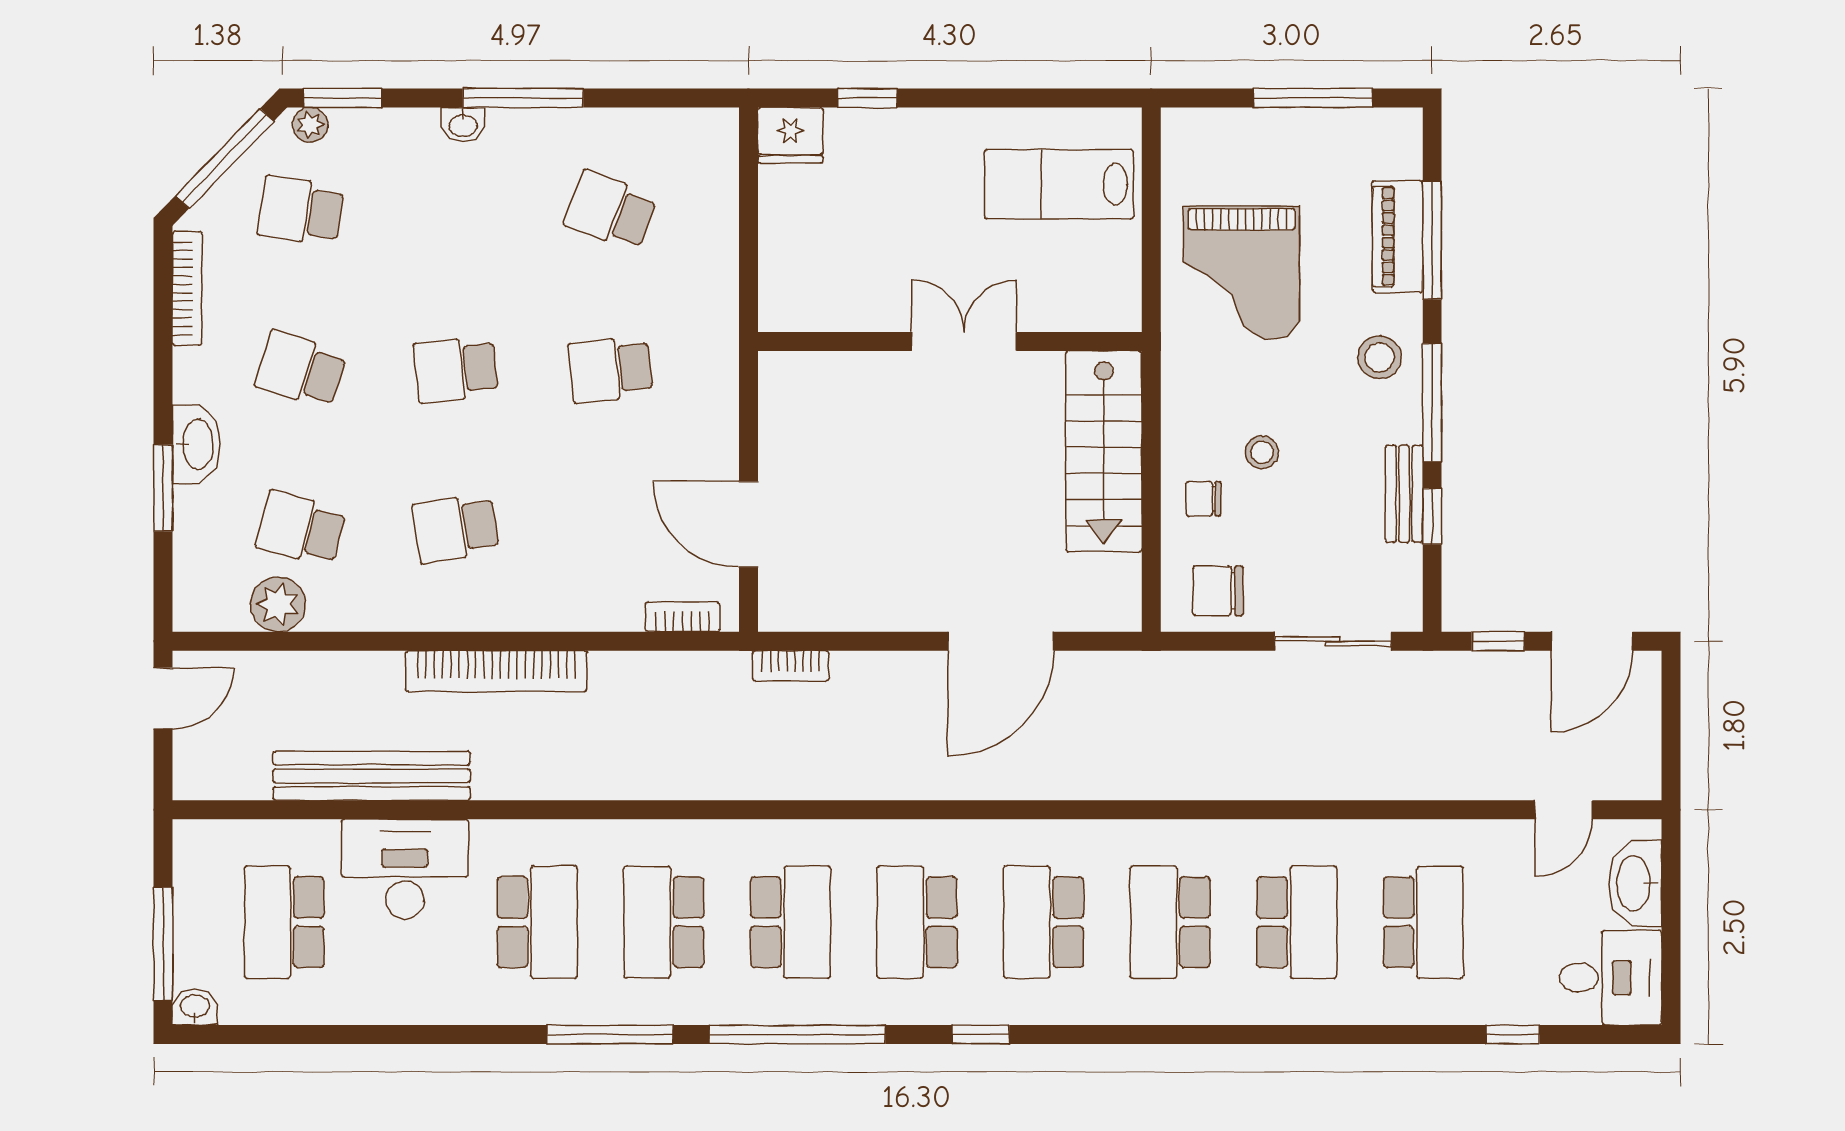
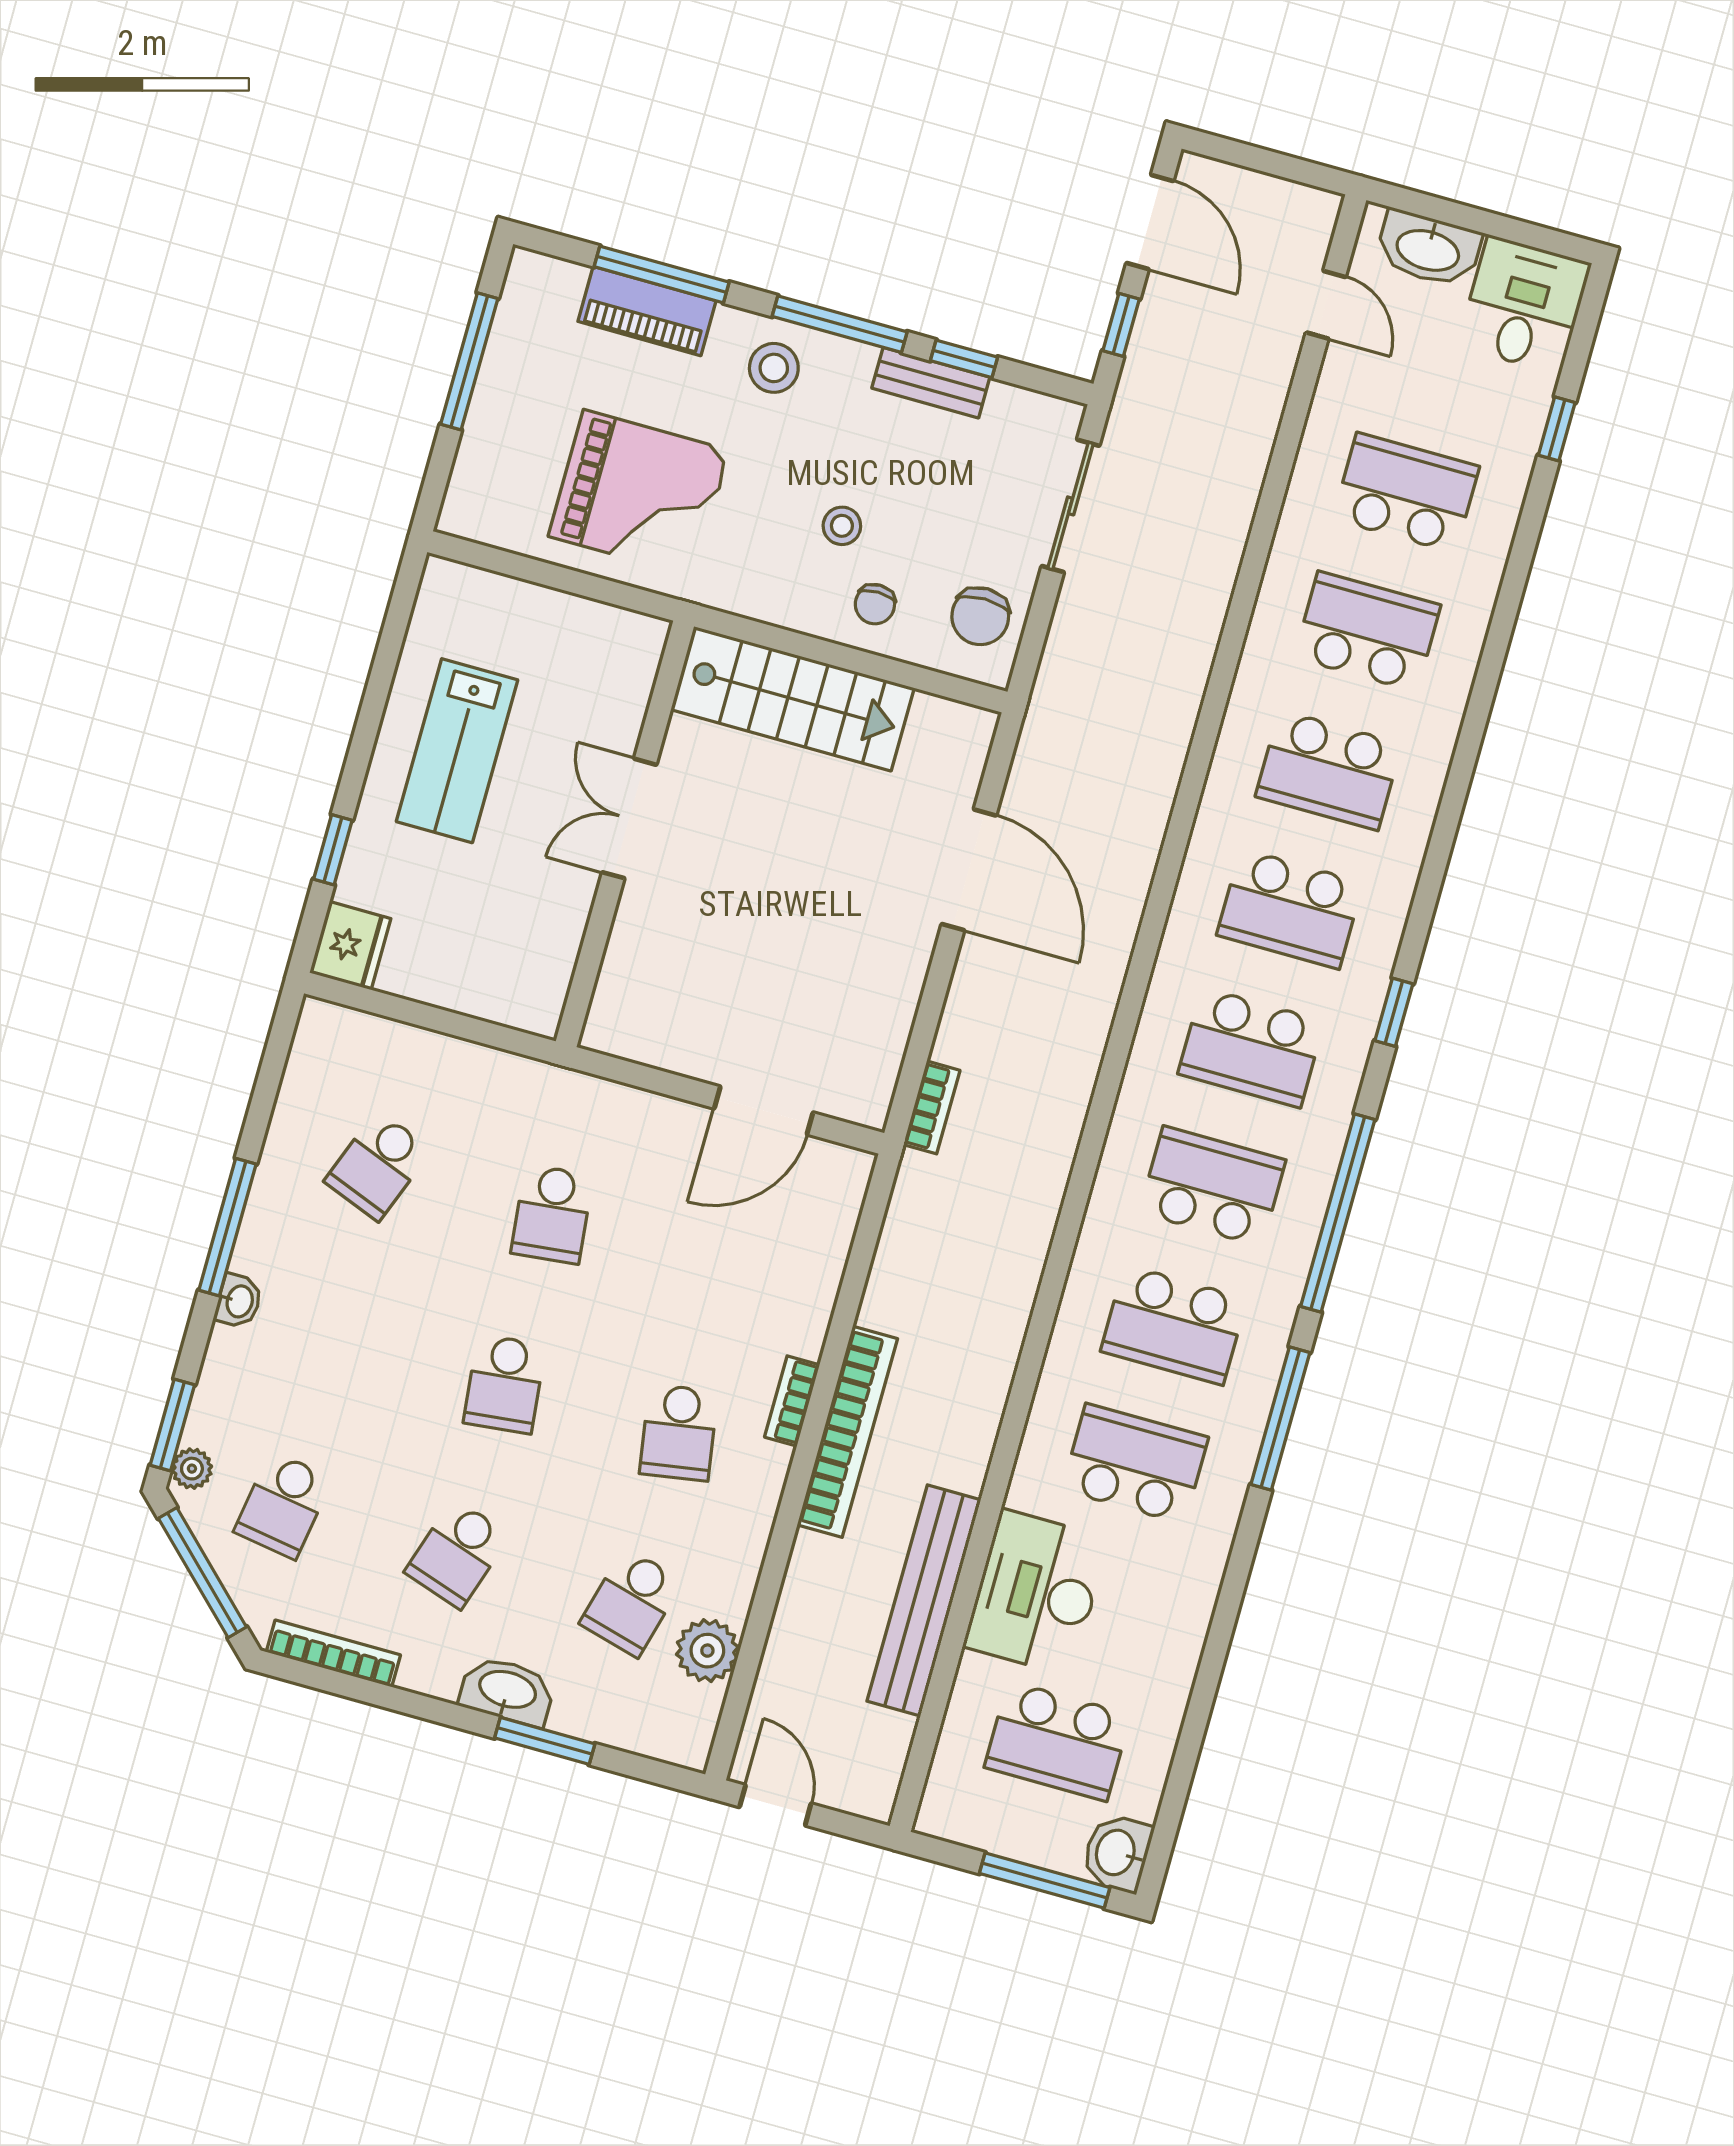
lab bench: (1059, 184) -> (457, 751), moved
bookcase: (683, 617) -> (792, 1401), moved
washbasin: (195, 1007) -> (1117, 1853), width x1.38, depth x1.45

